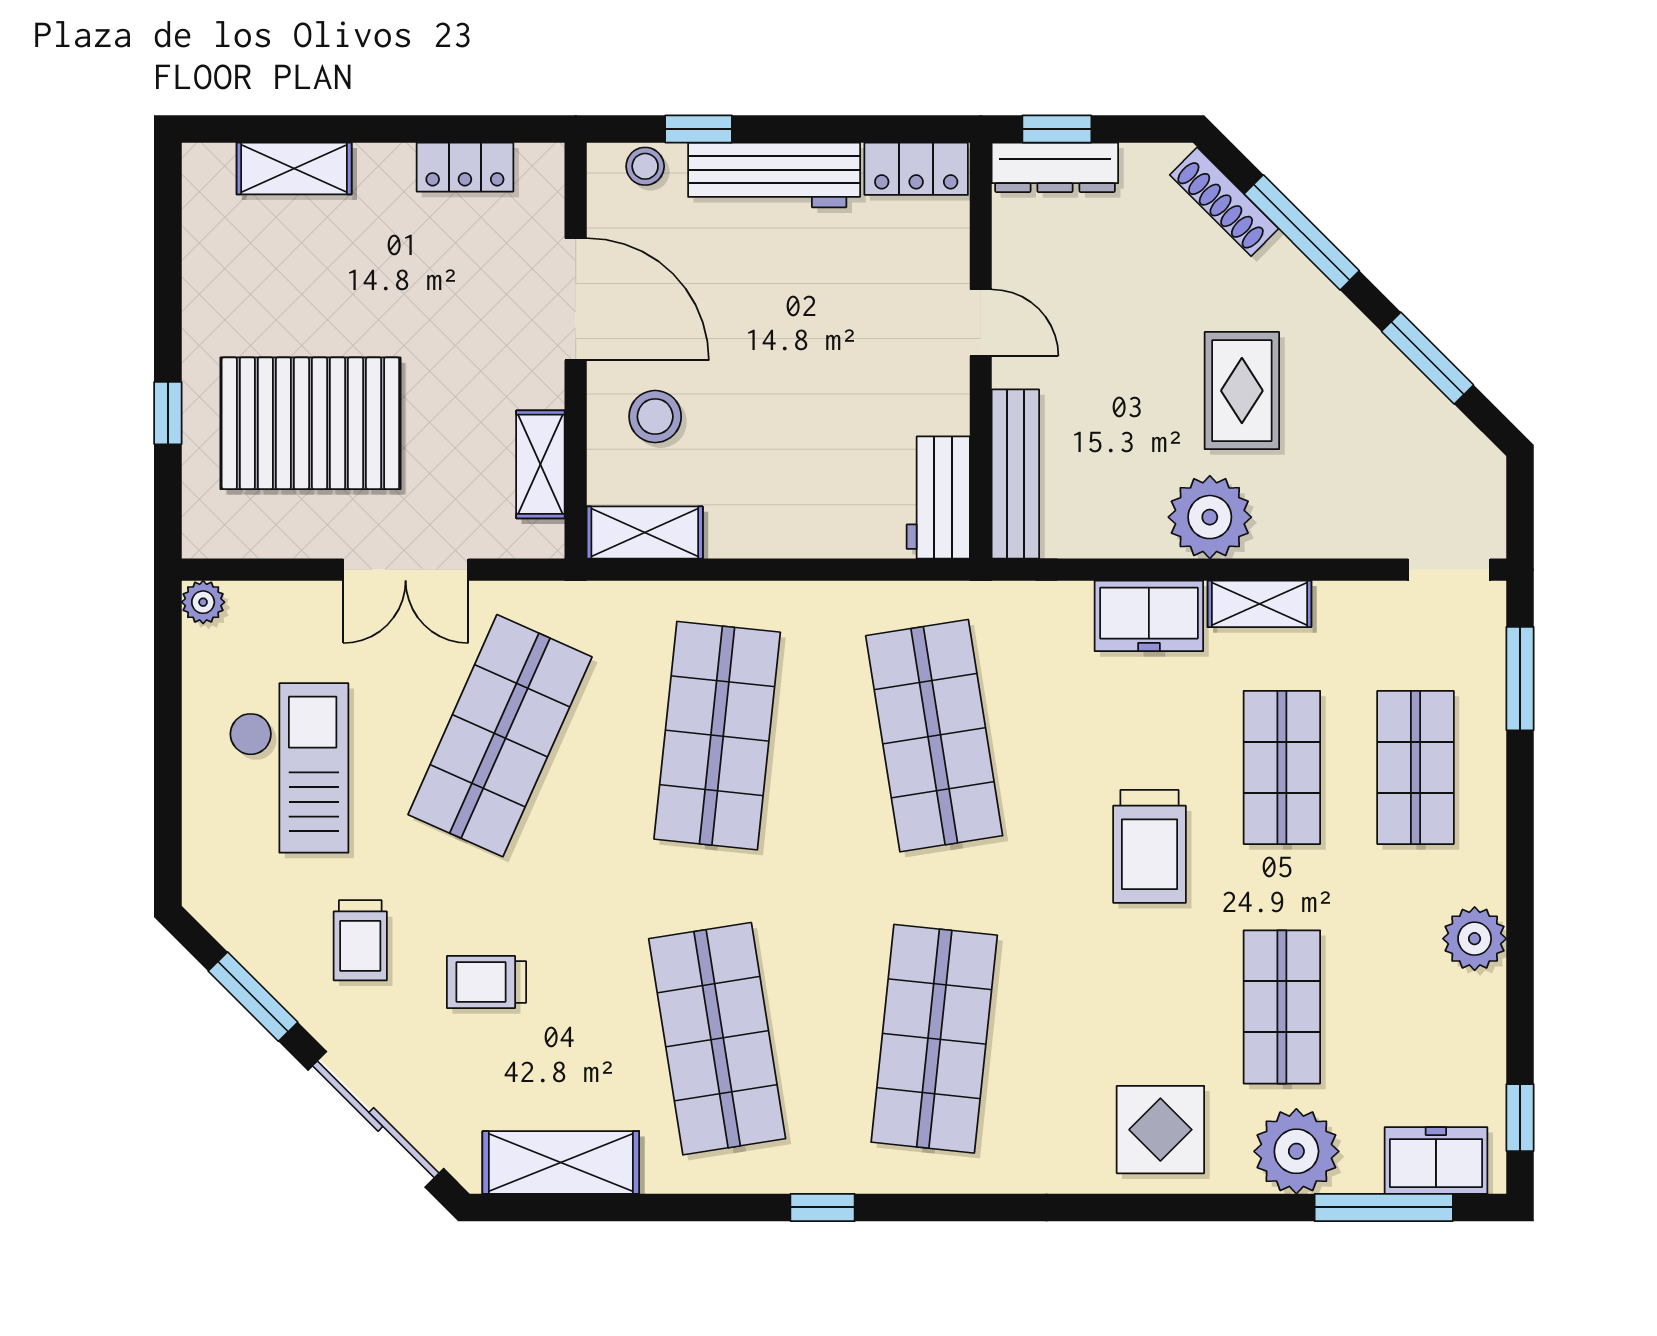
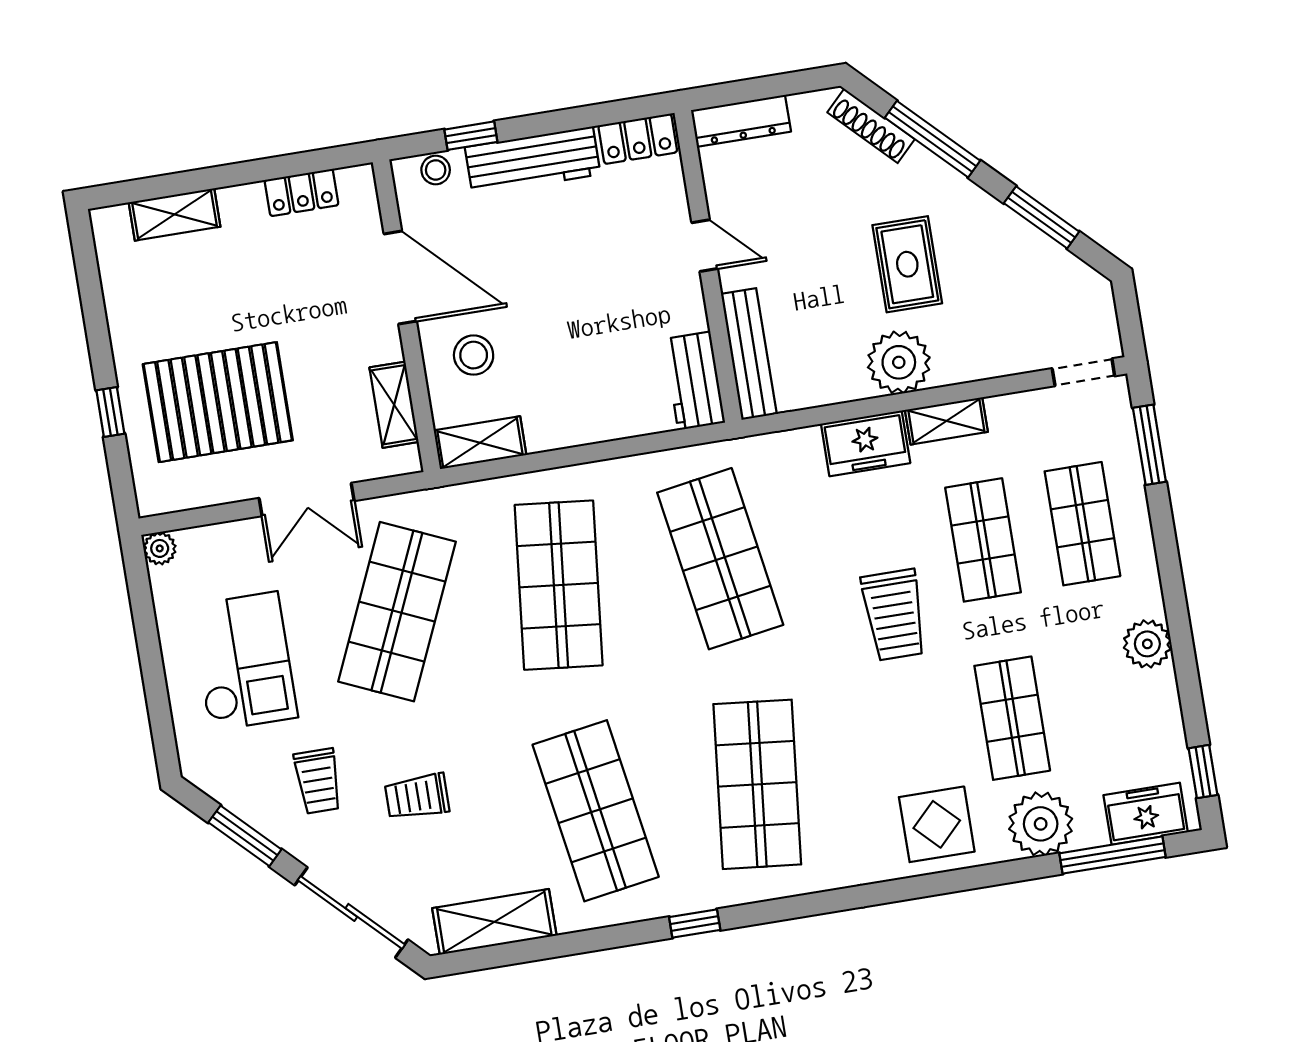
window: (1057, 129) -> (738, 92), removed

